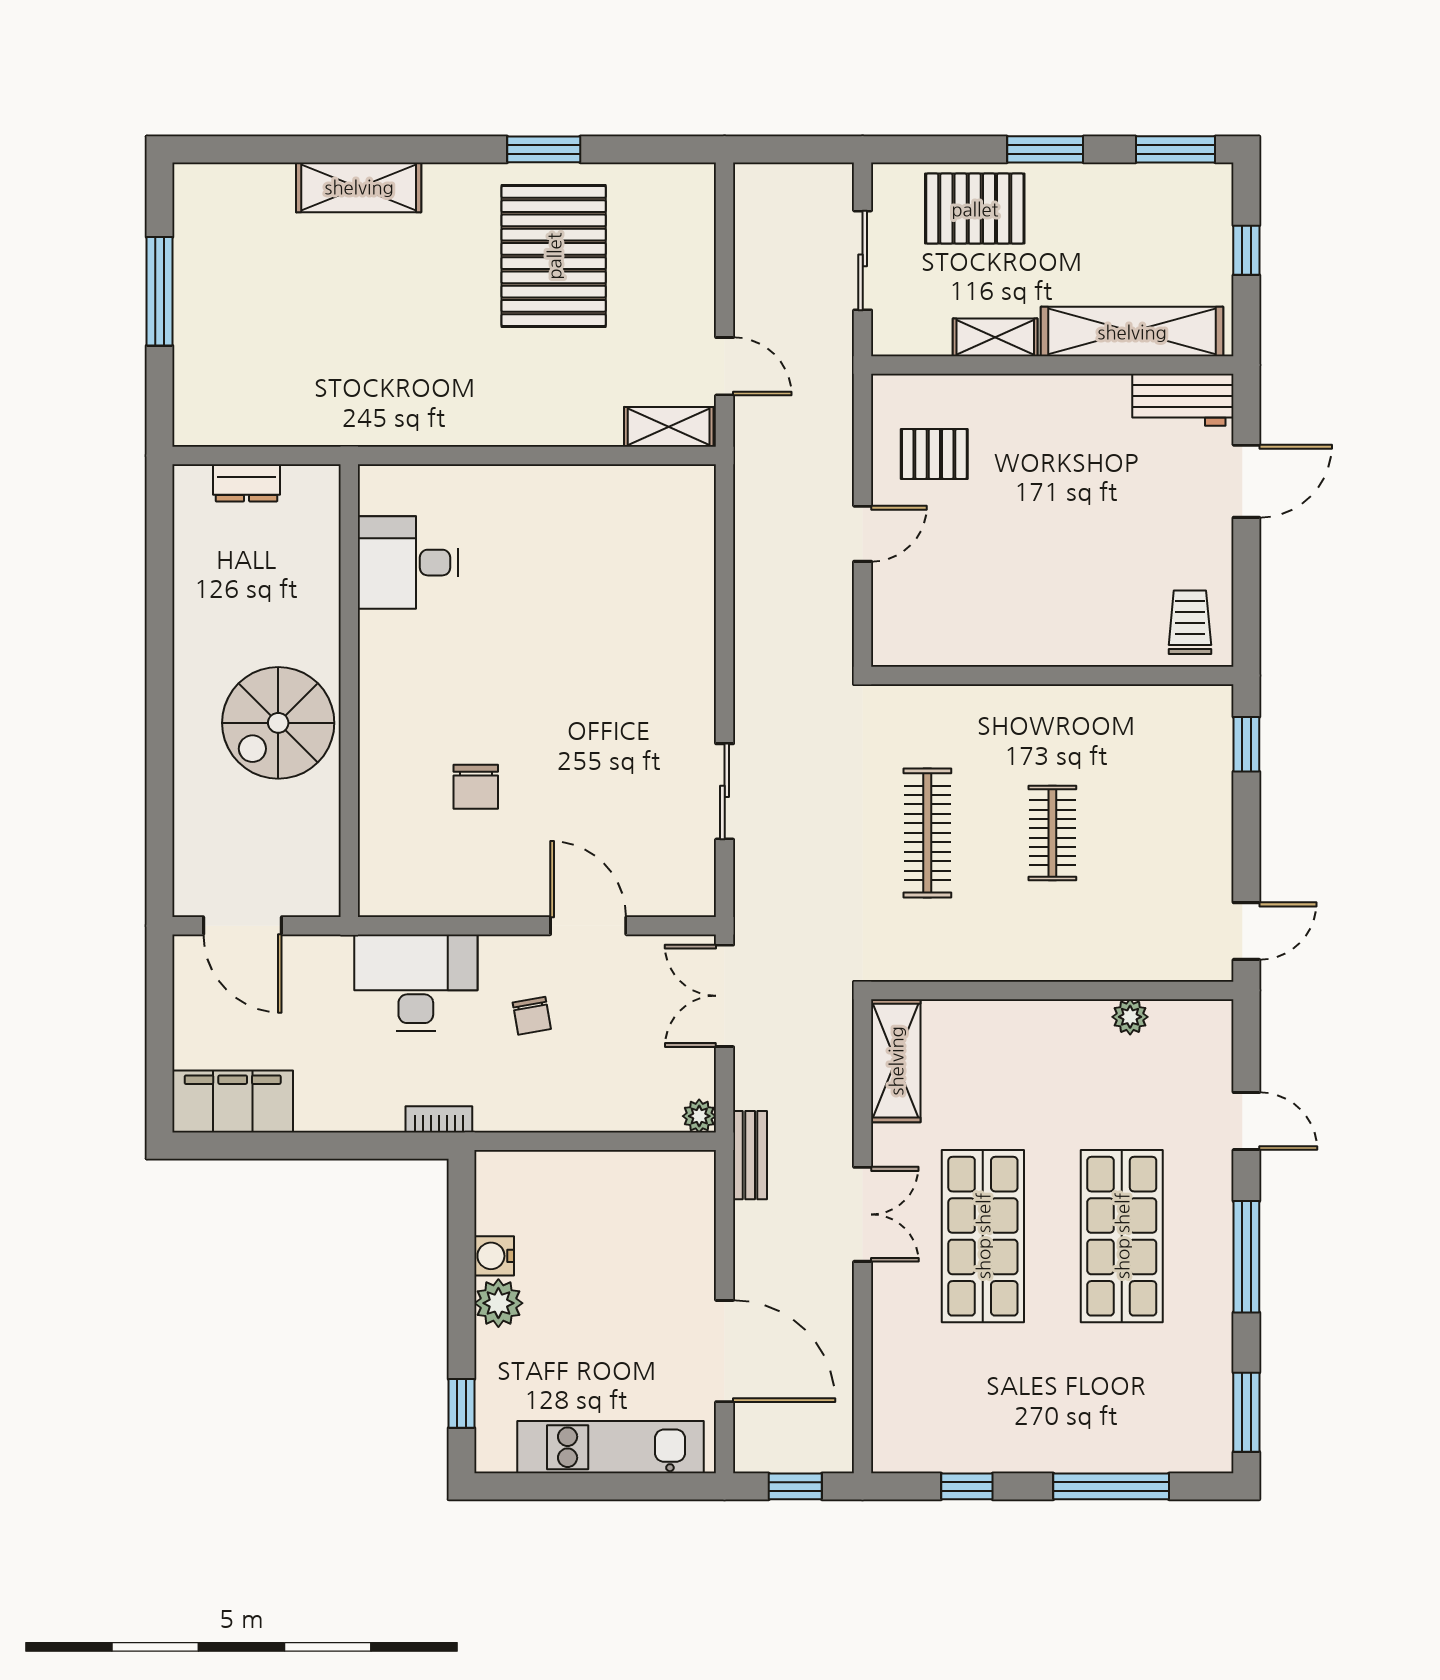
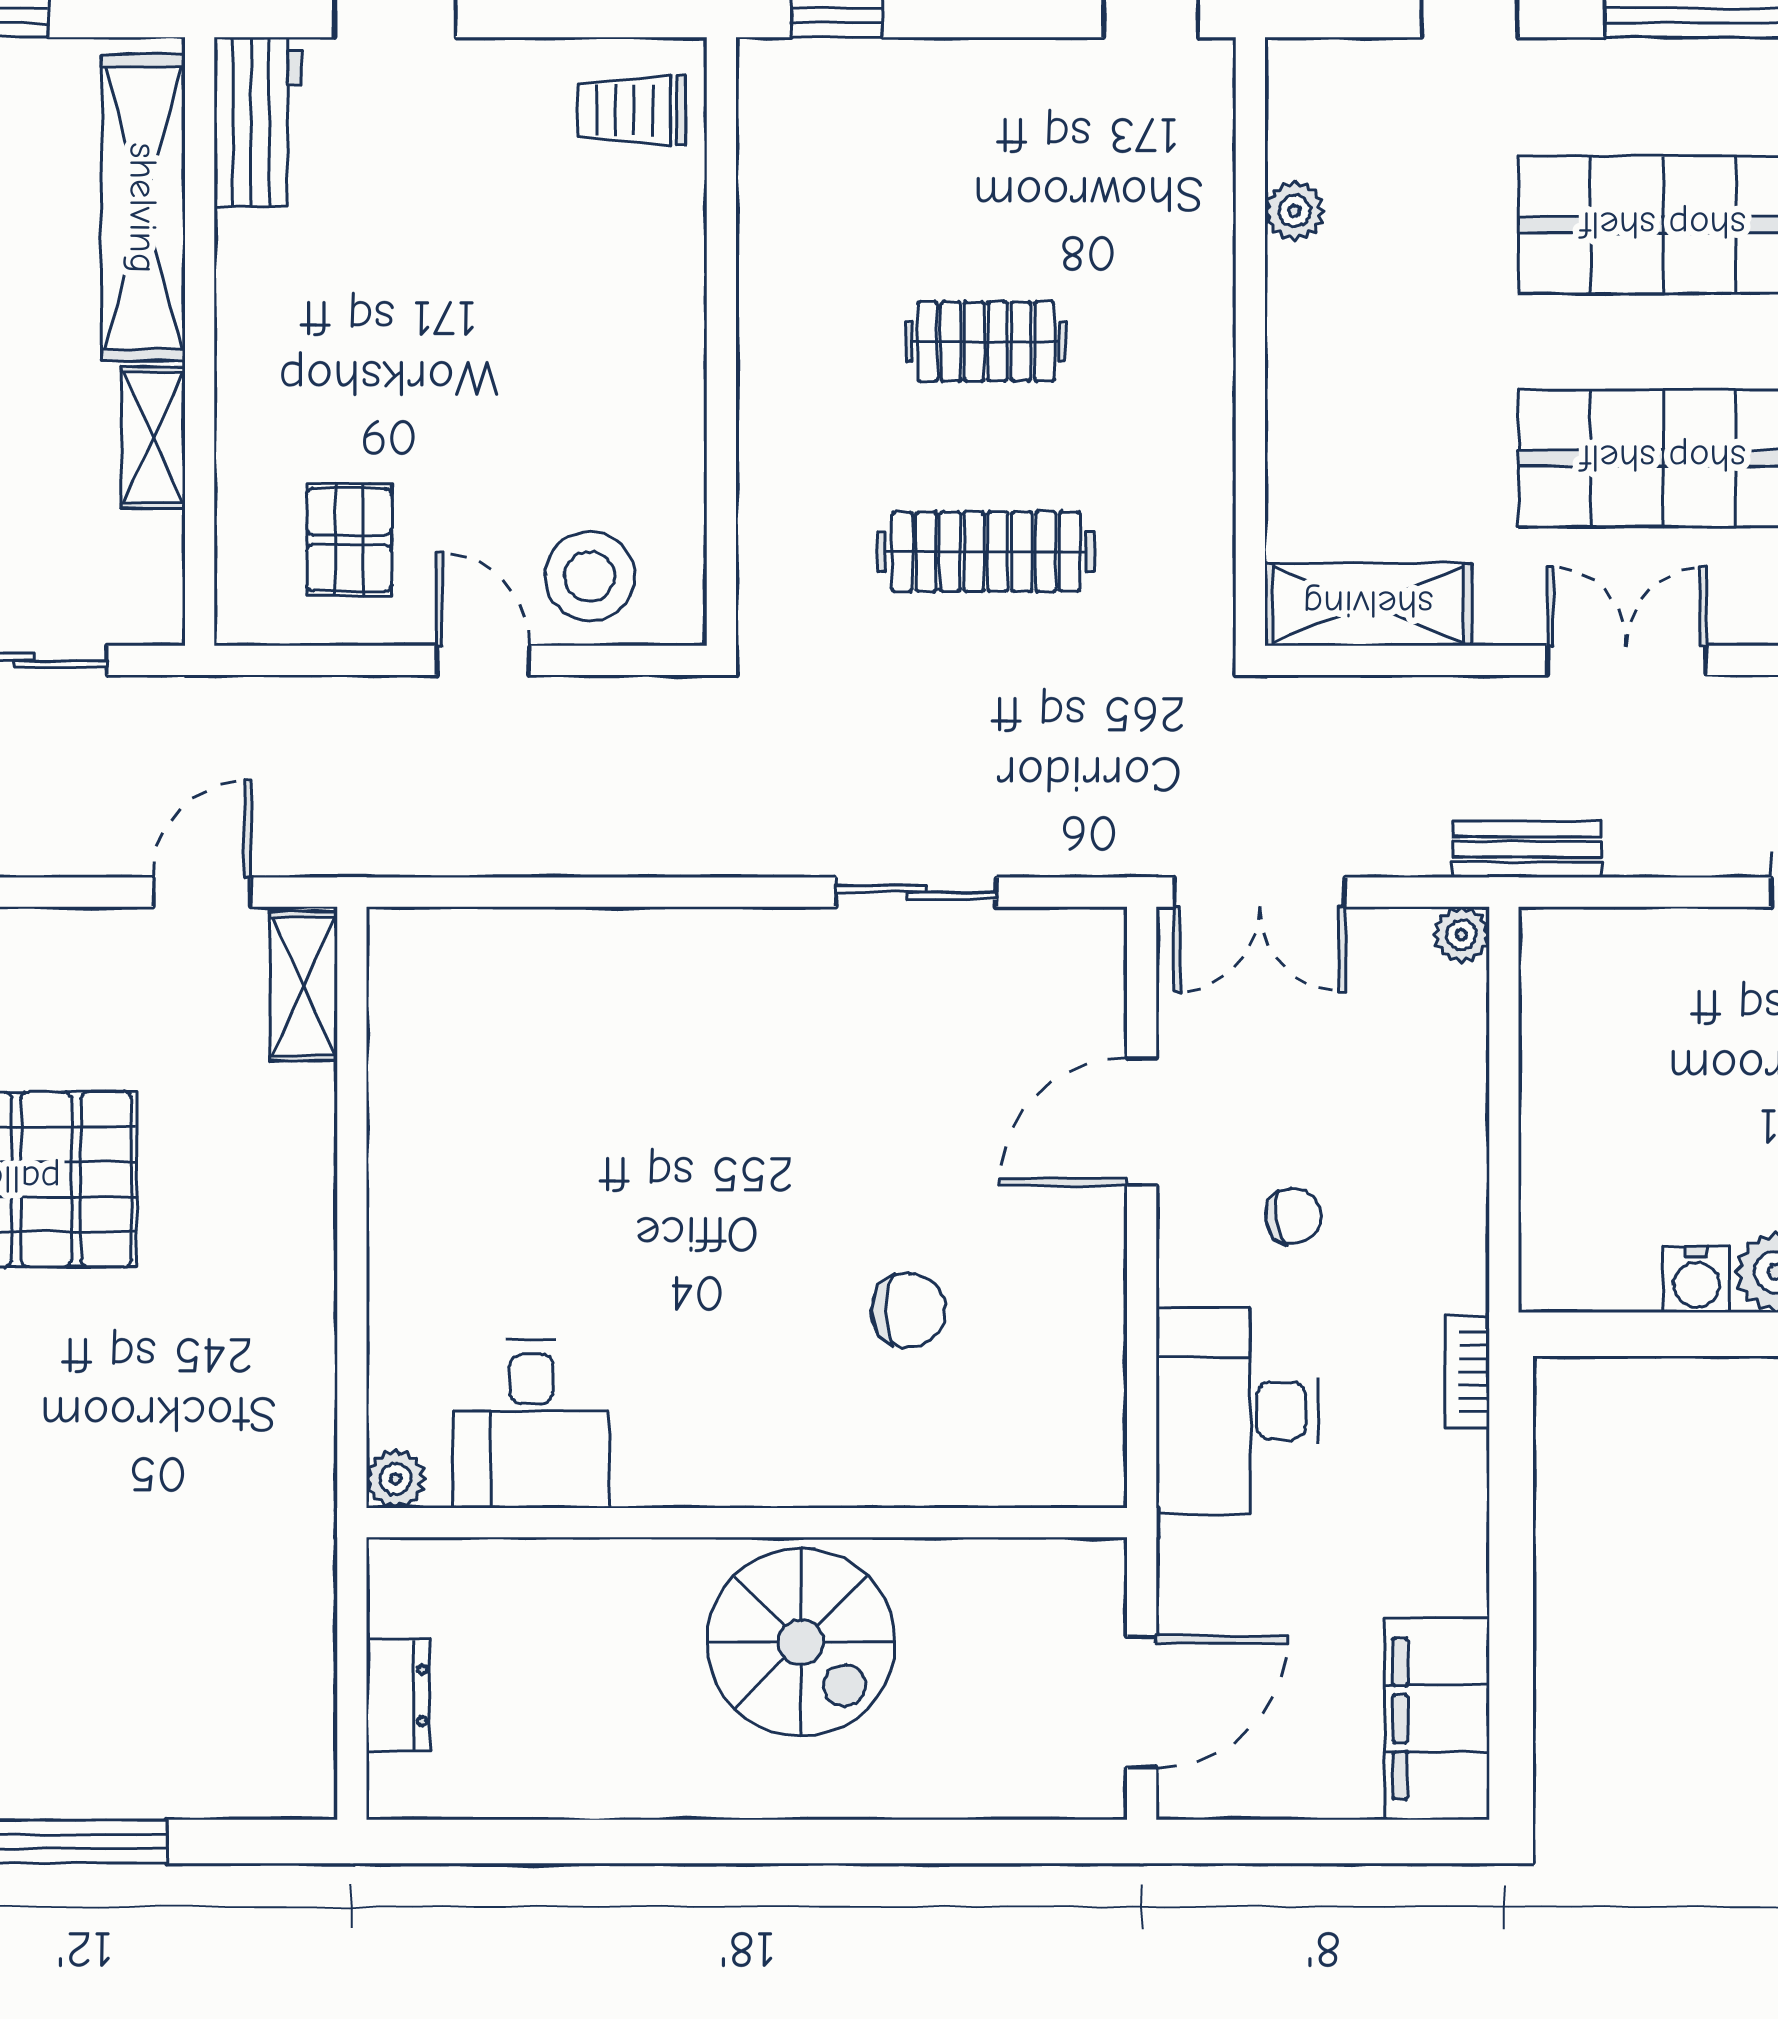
plant: (375, 482) -> (396, 1479), added
stool: (913, 597) -> (590, 576), added

